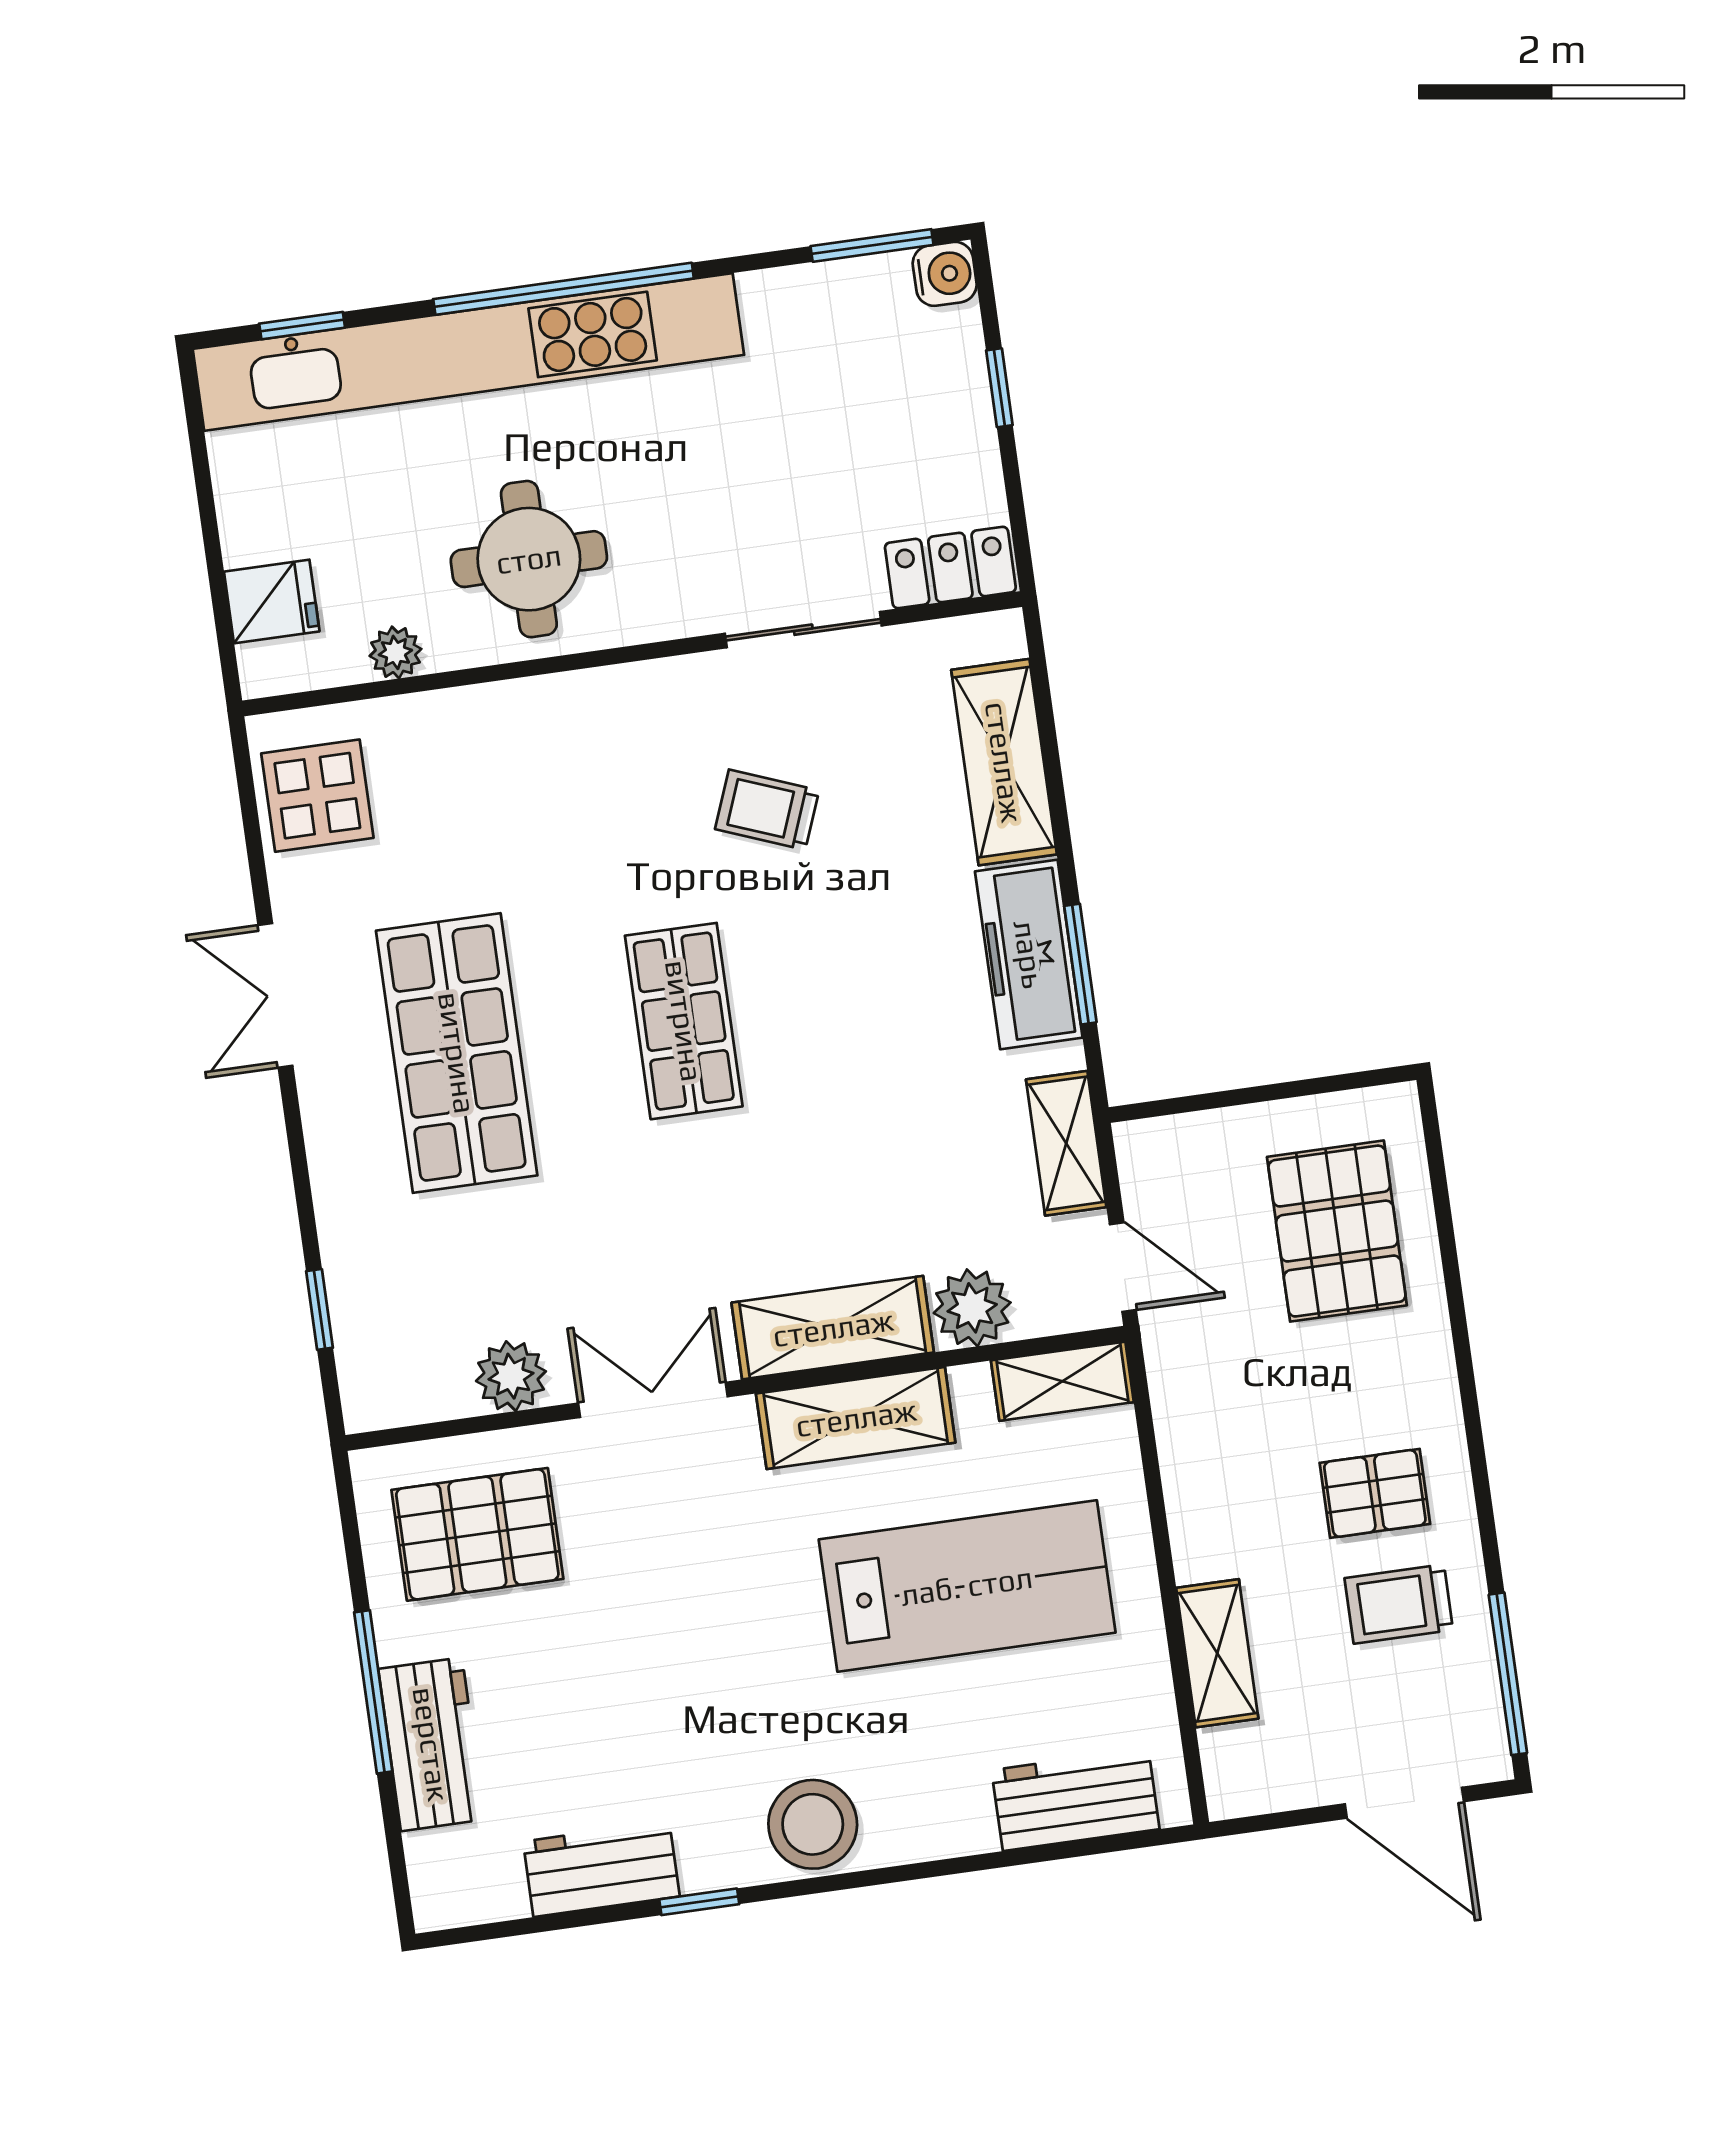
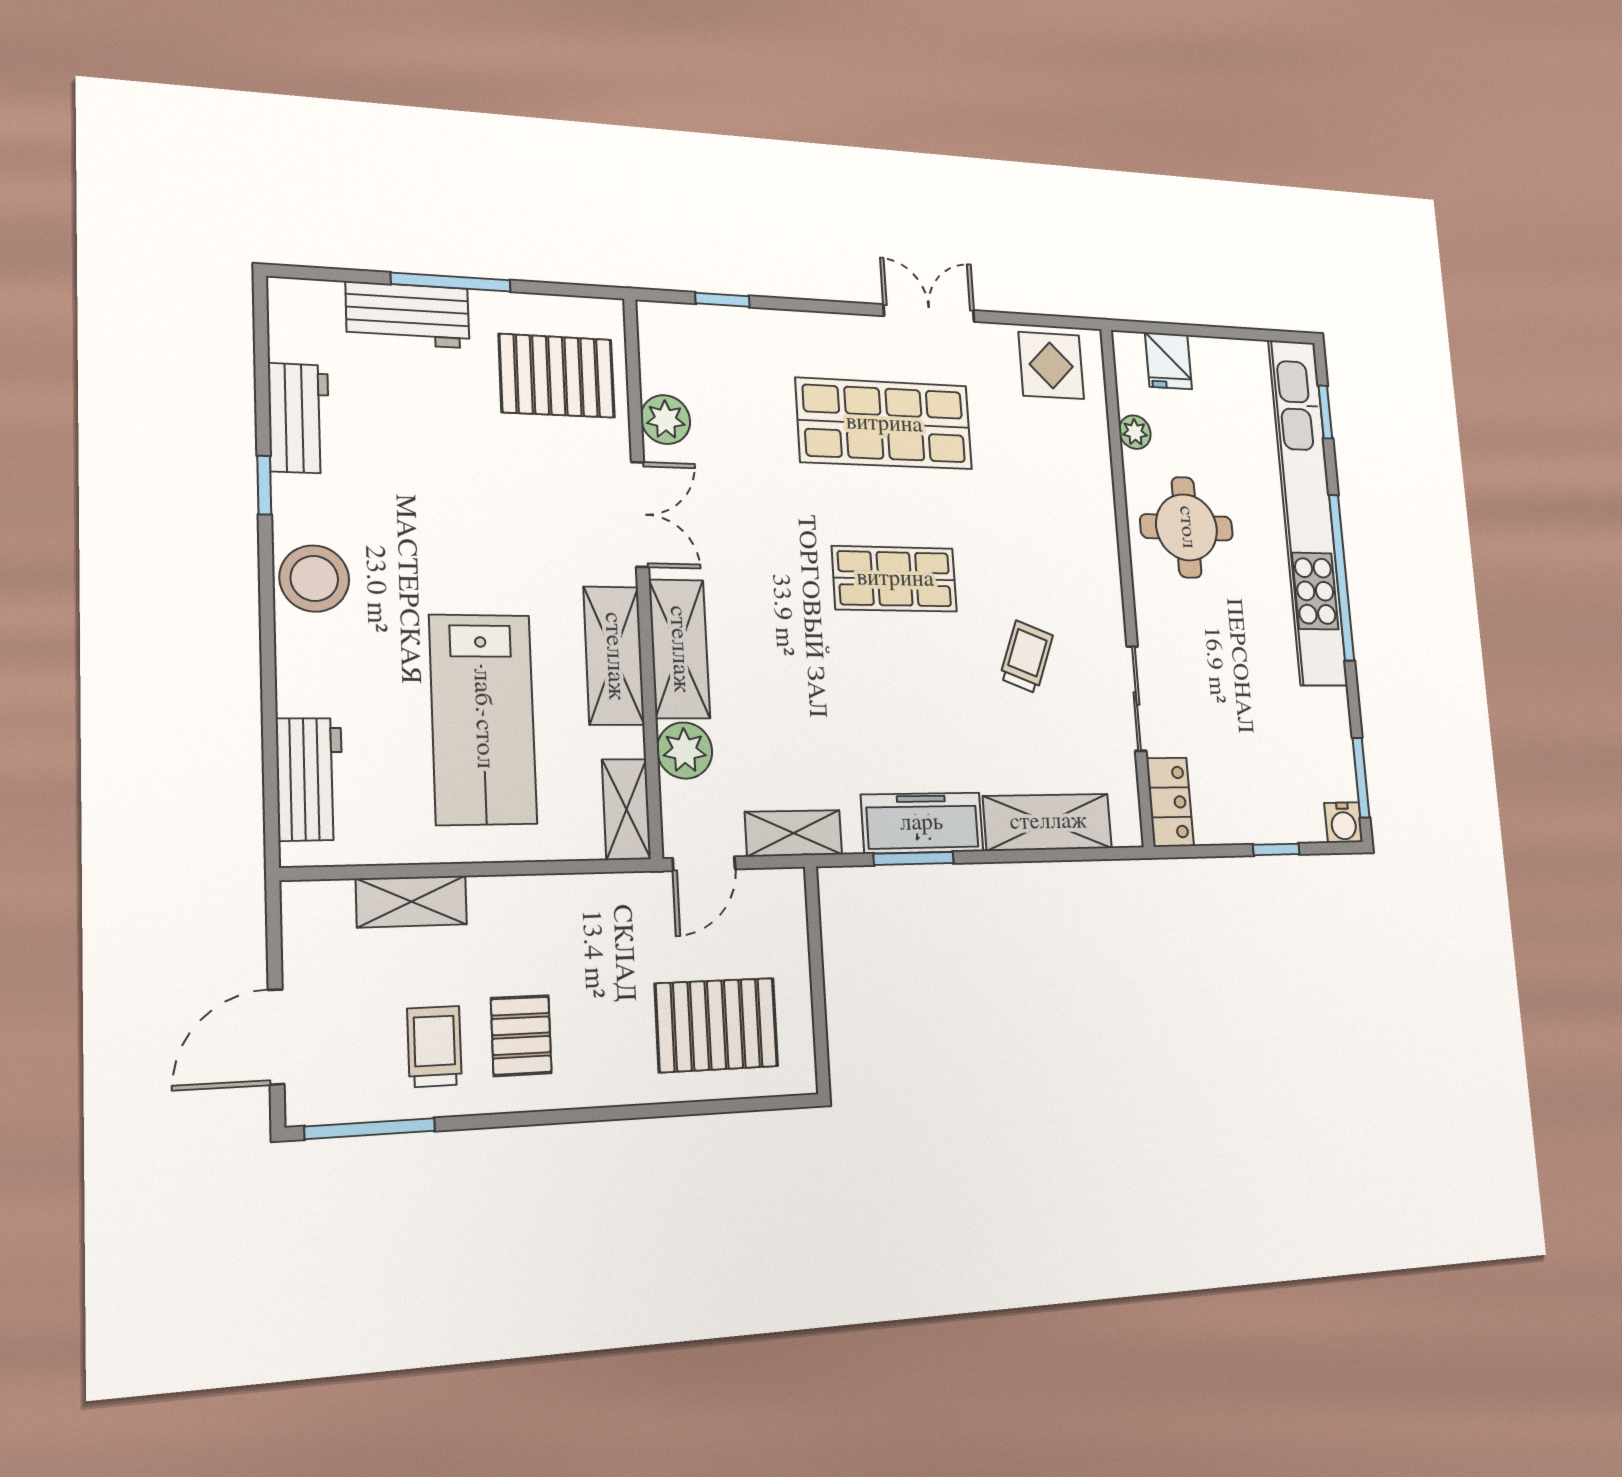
pallet: (477, 1534) -> (557, 376), turned 90

